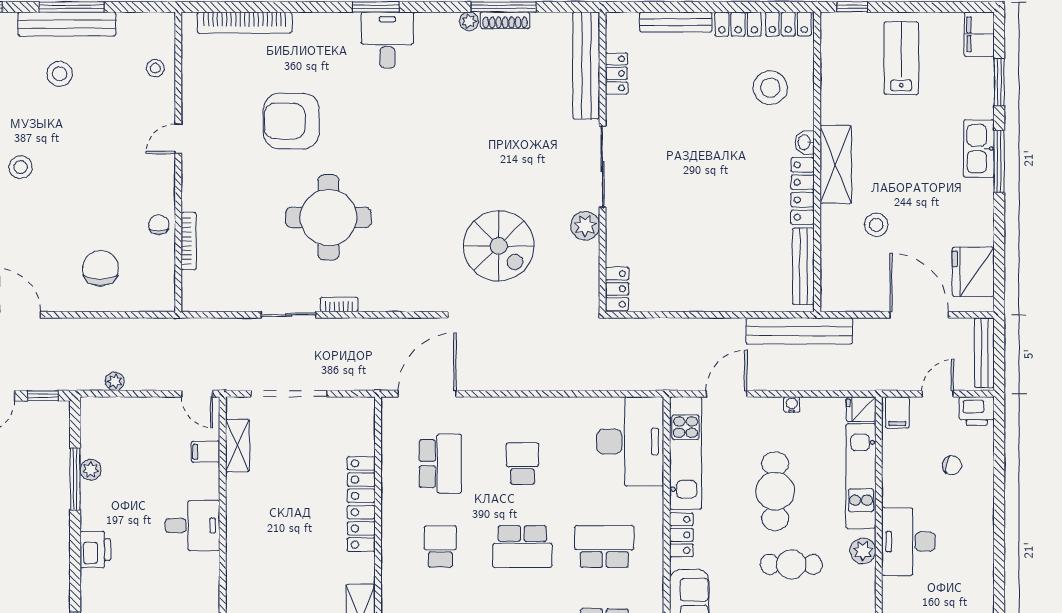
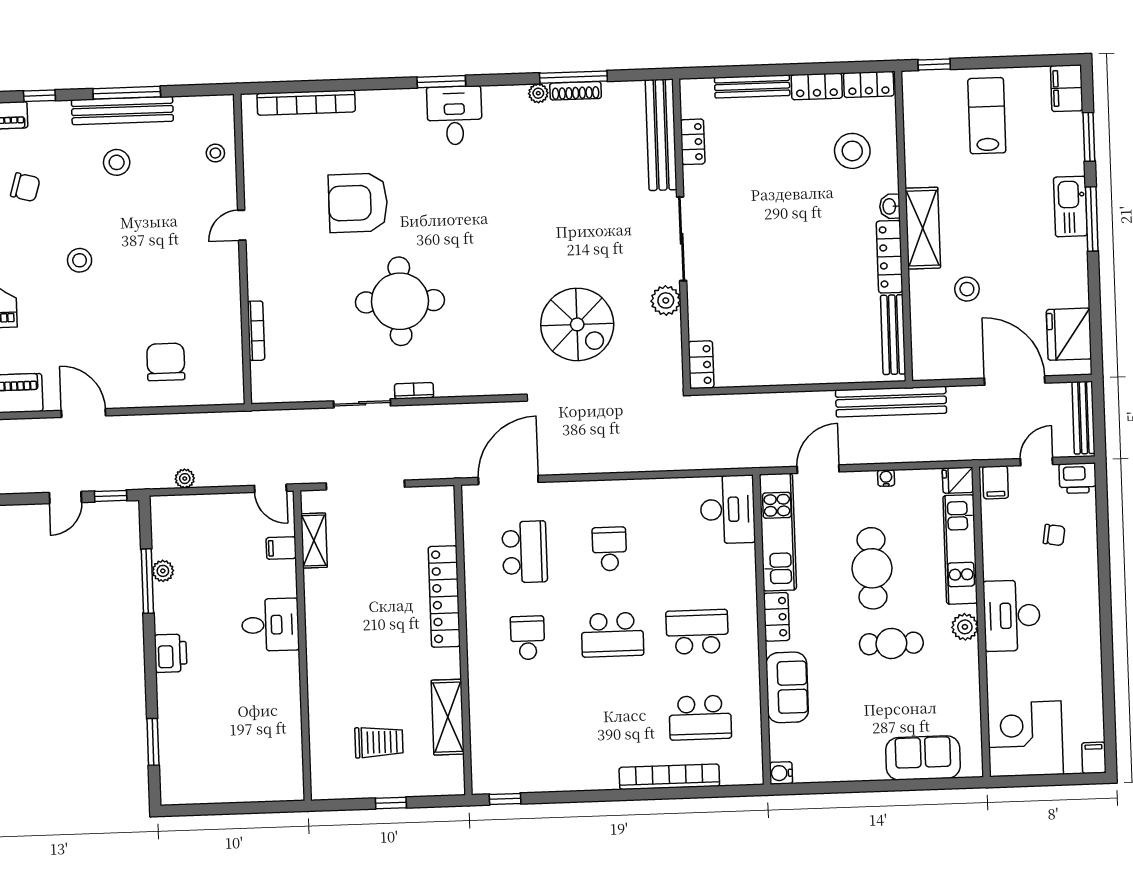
chair: (159, 225) -> (225, 315), removed
desk: (630, 441) -> (728, 509), width x0.73, depth x0.77

